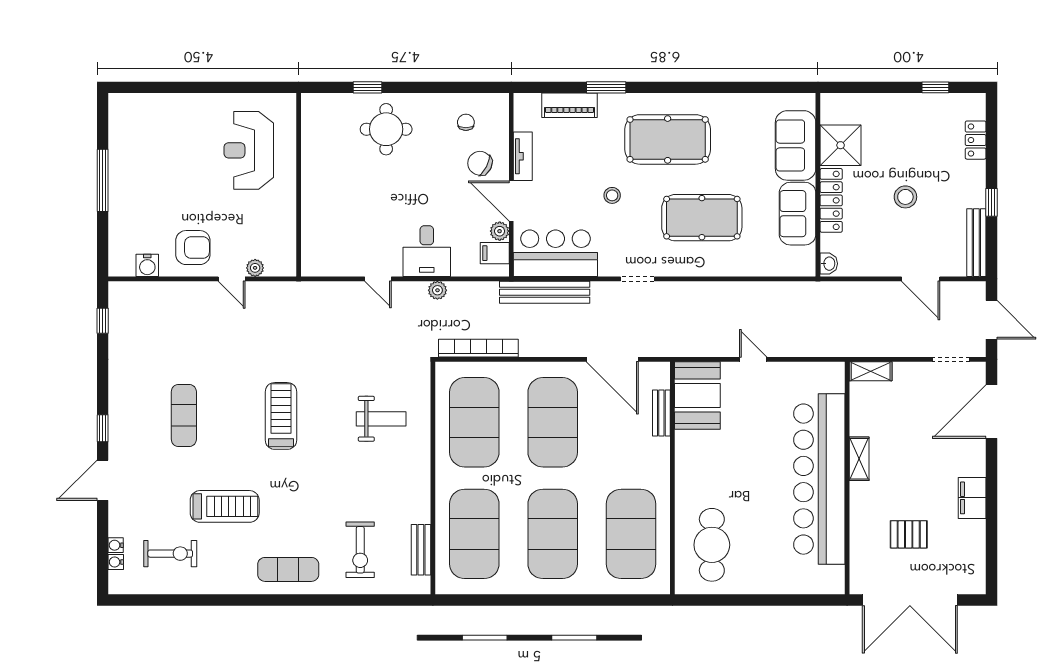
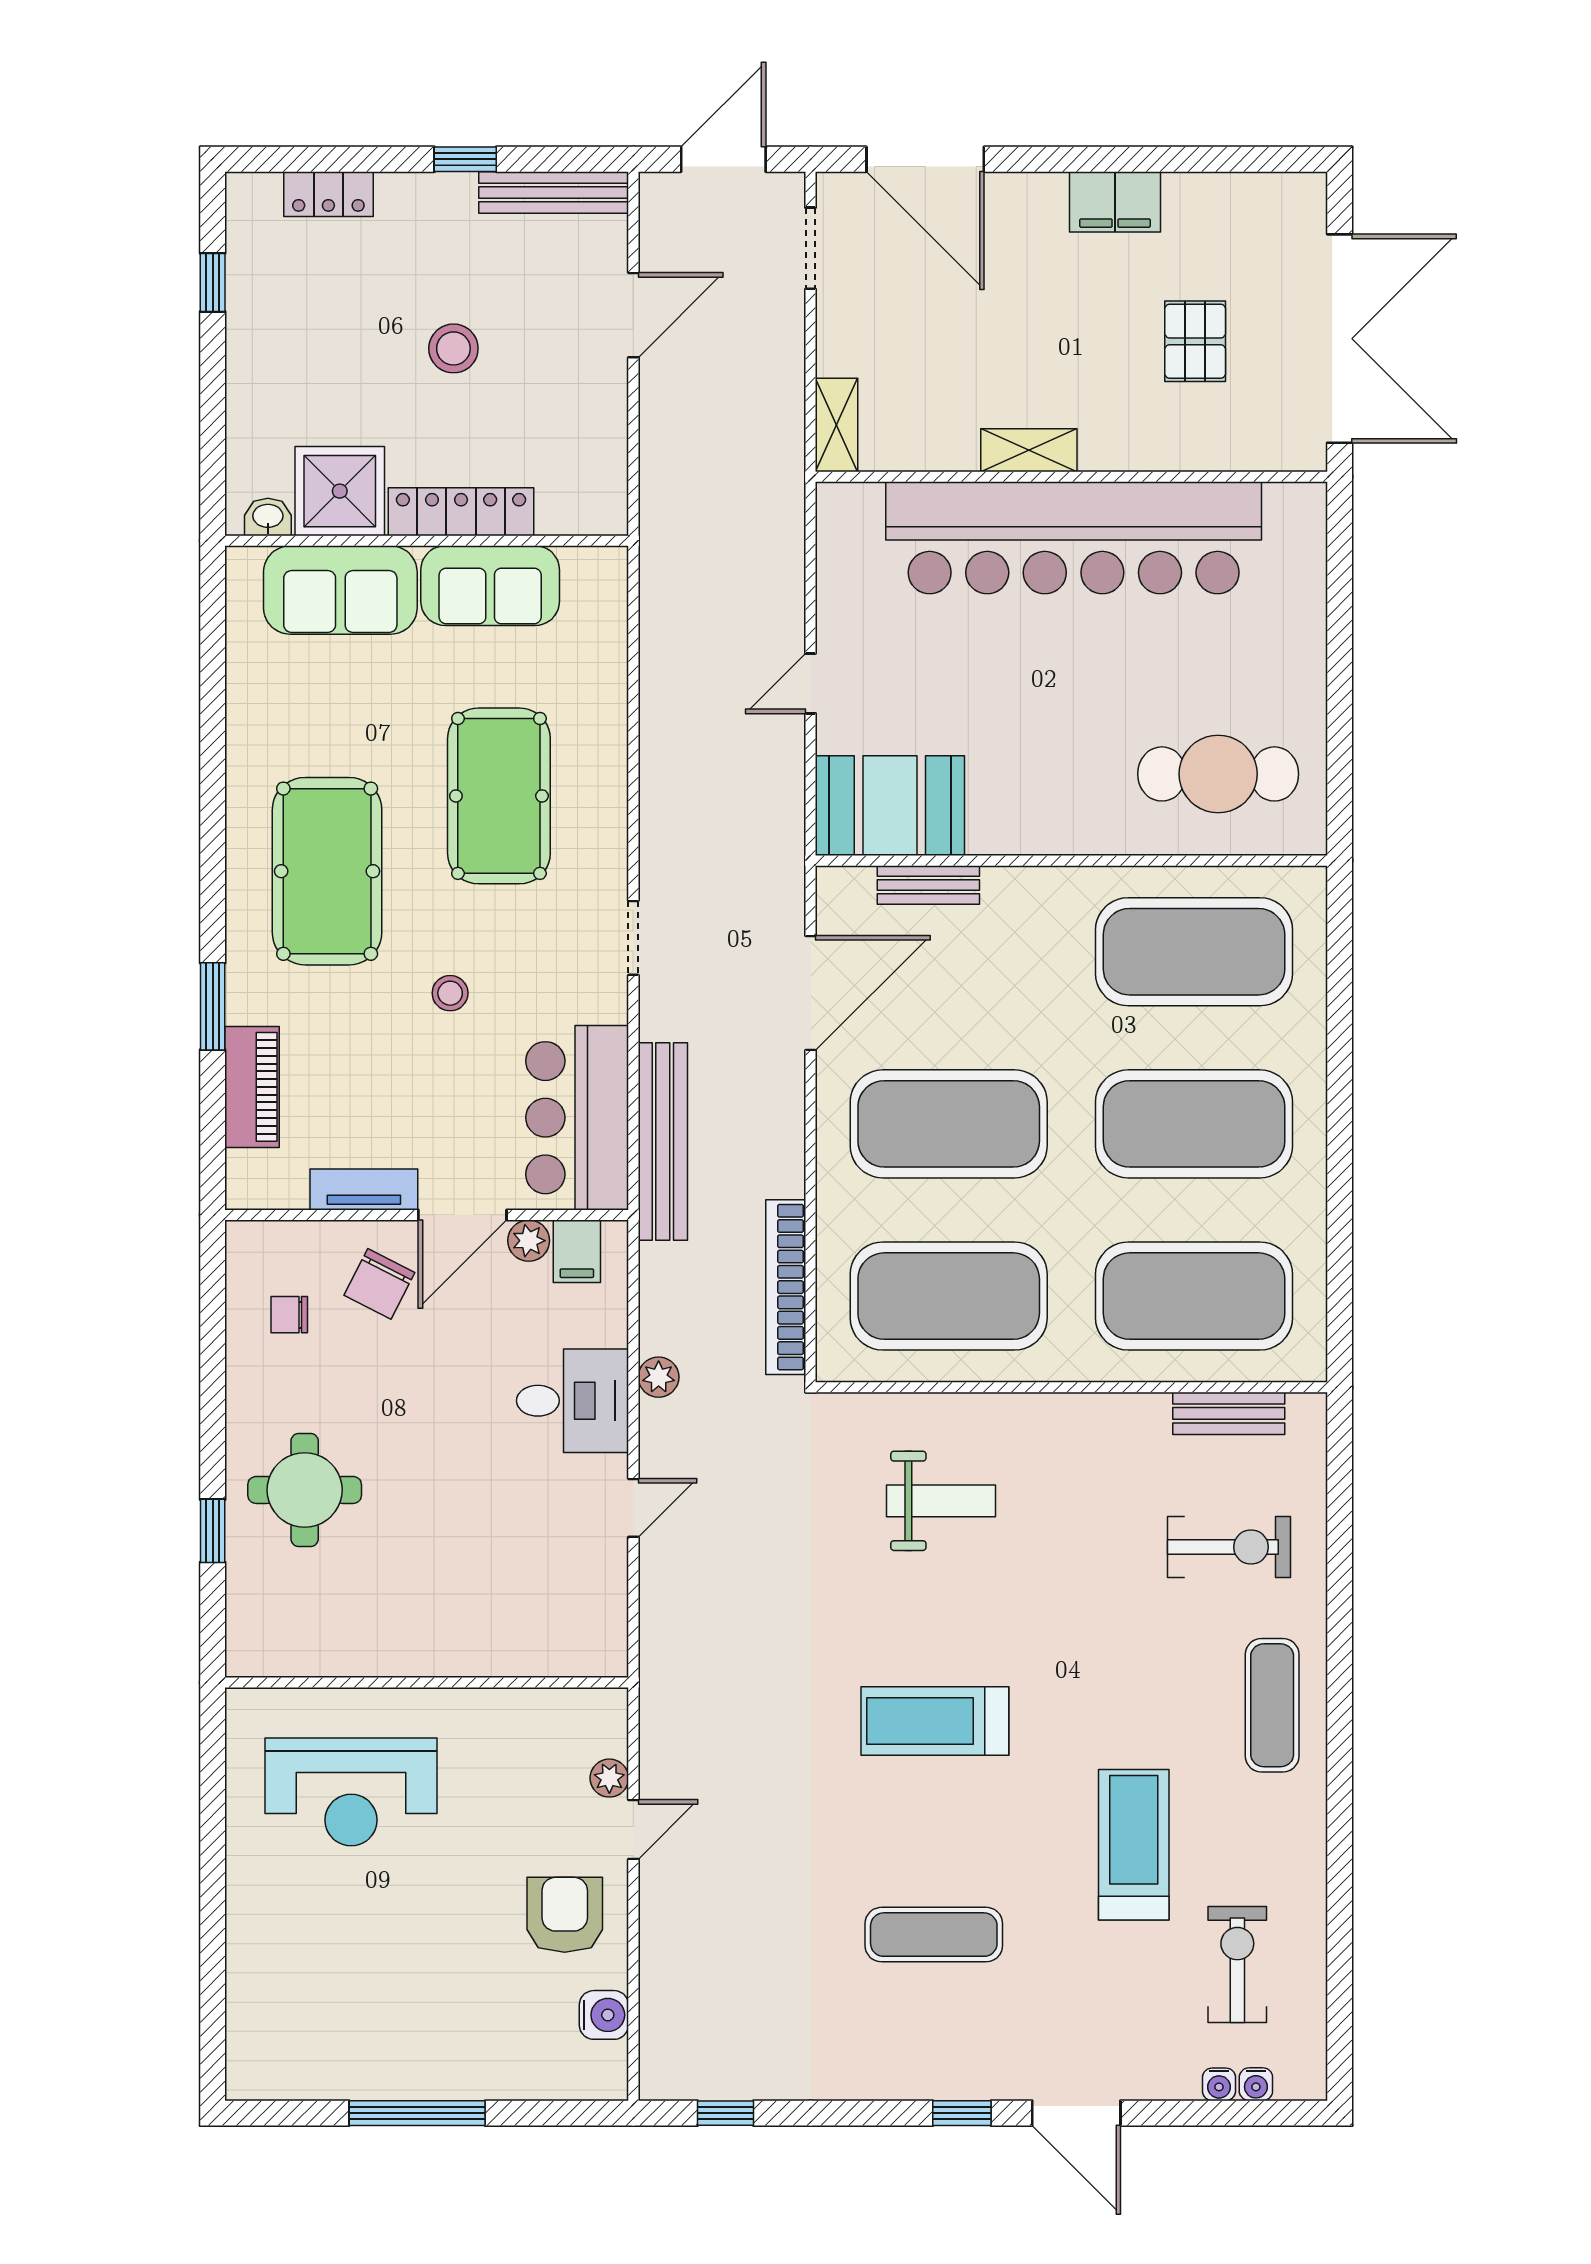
washbasin: (829, 264) -> (268, 517), moved
weight bench: (381, 419) -> (941, 1501), turned 90

